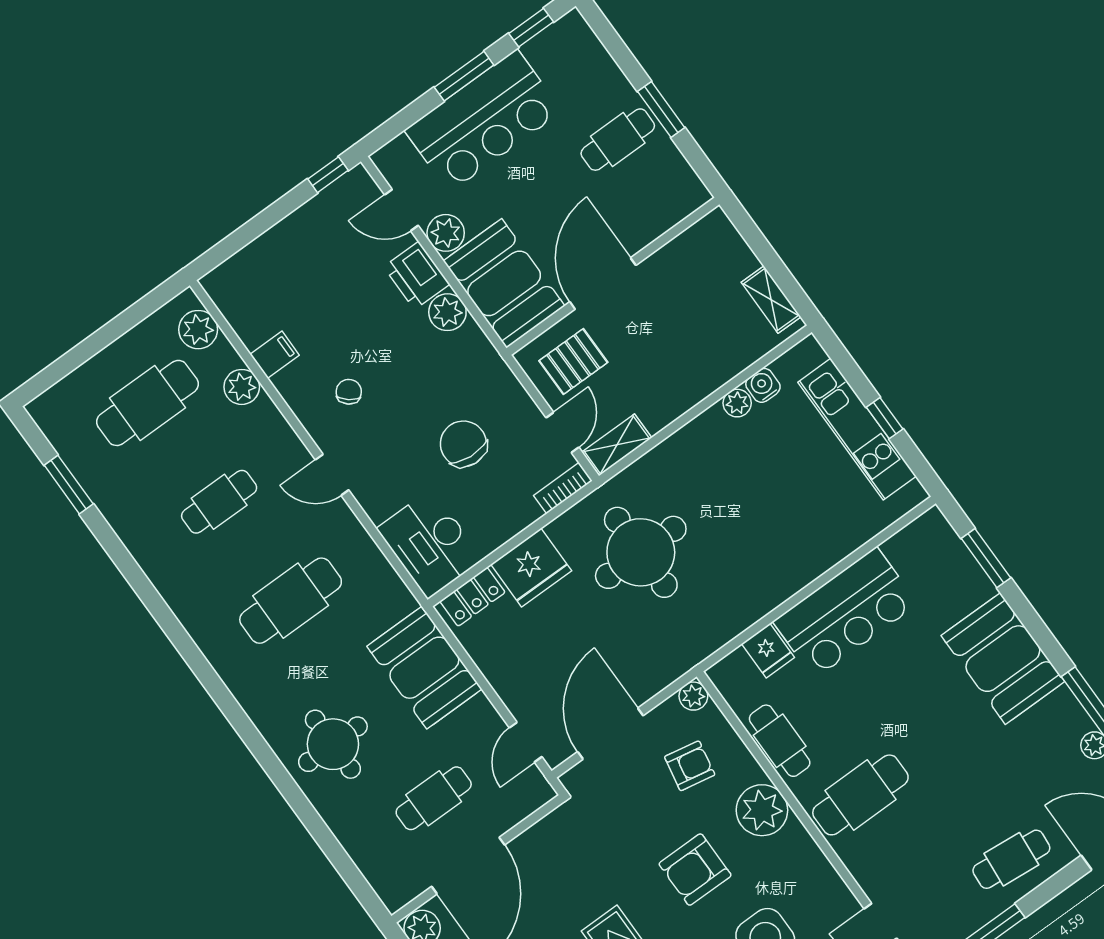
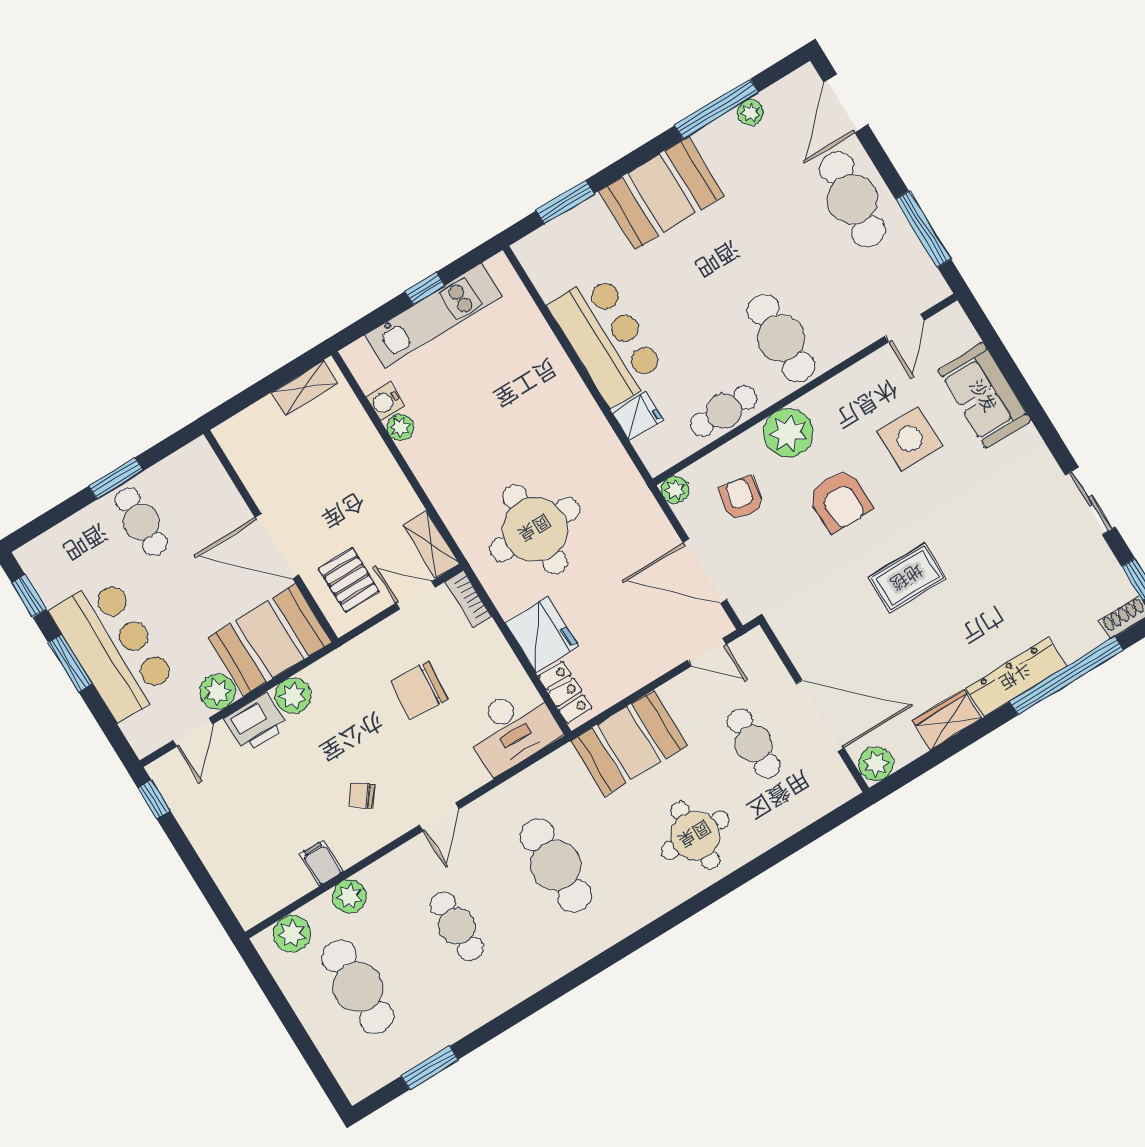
cafe table: (1011, 859) -> (853, 199), width x1.37, depth x1.35

